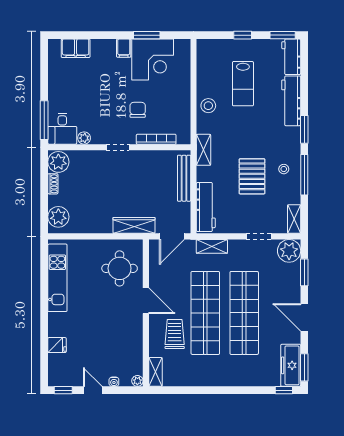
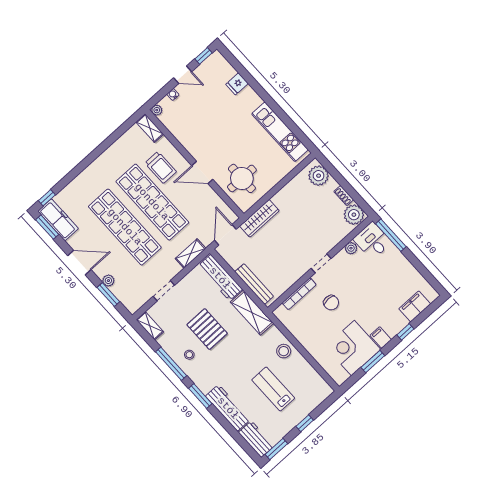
window: (101, 35) -> (405, 332), added
shelving: (204, 150) -> (252, 313), width x1.50, depth x1.33
plant: (289, 251) -> (108, 281), moved, width x0.53, depth x0.53

